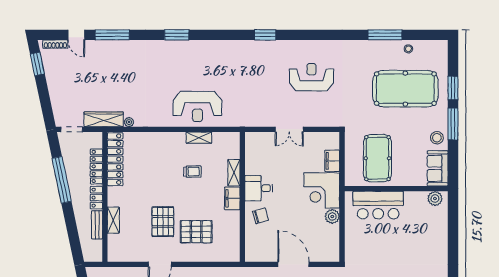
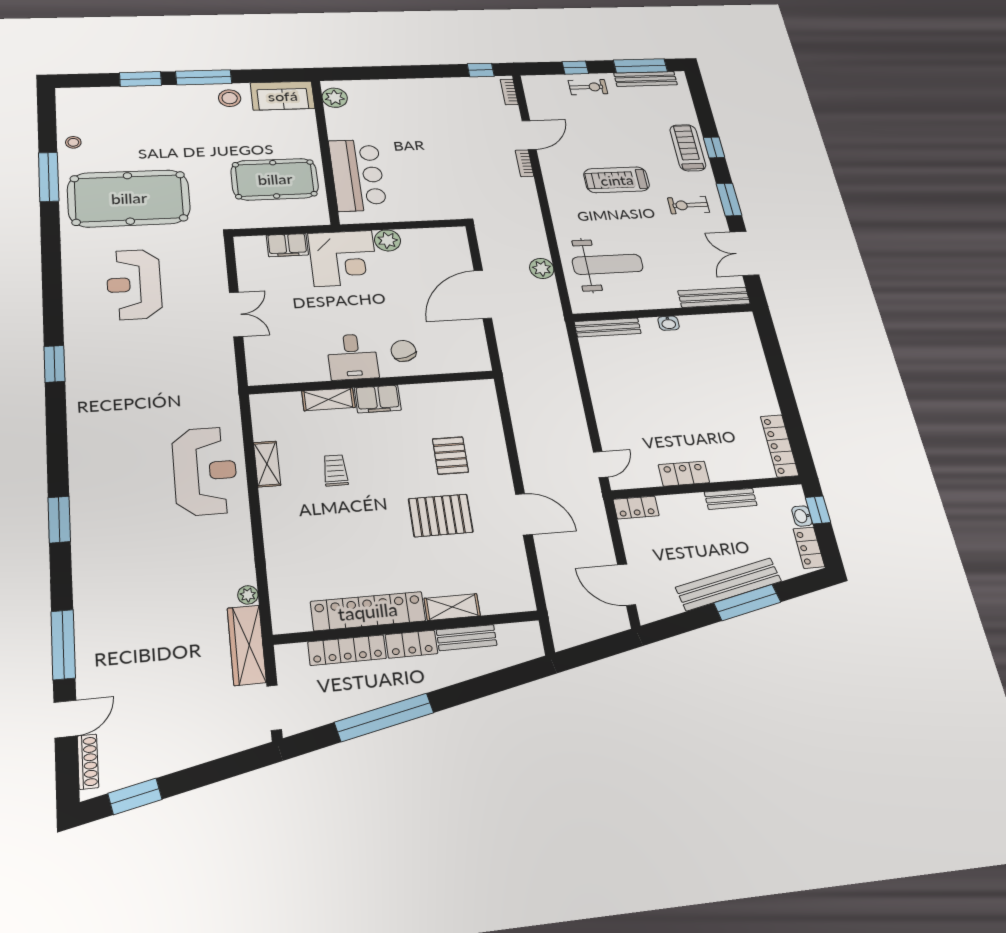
pool table: (405, 89) -> (129, 198), moved, turned 90
locker: (115, 159) -> (368, 611), moved
pallet: (196, 232) -> (450, 456), width x0.67, depth x0.71

